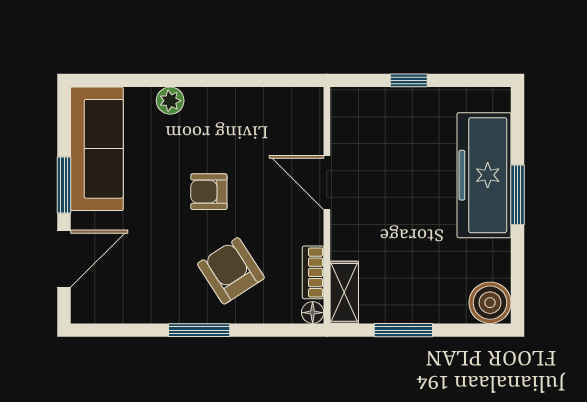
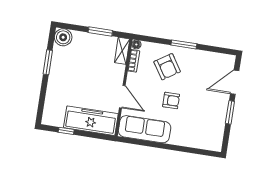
window: (409, 80) -> (66, 131), moved
plant: (170, 101) -> (181, 140), removed
sofa: (97, 149) -> (145, 129), moved, turned 90
freezer: (484, 175) -> (91, 121), moved, turned -90
window: (517, 195) -> (48, 62), moved

